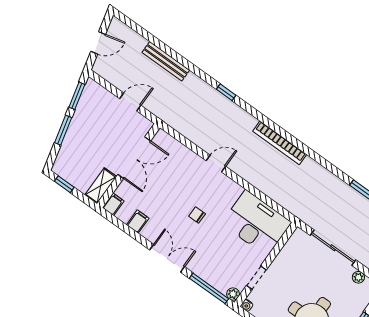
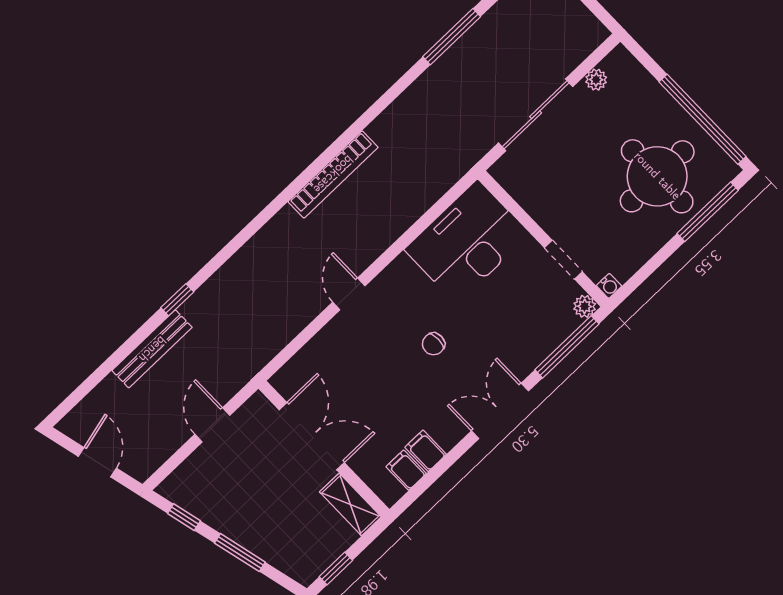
window: (226, 92) -> (177, 300), moved
window: (77, 96) -> (184, 517), width x0.67
filing cabinet: (113, 204) -> (406, 470), moved

